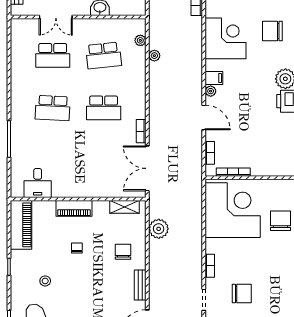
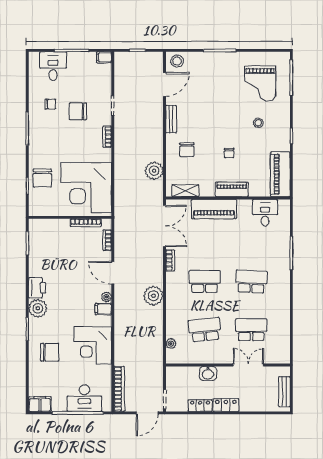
plant: (154, 56) -> (153, 296), moved, width x1.87, depth x1.87
piano: (93, 187) -> (214, 209), added
chair: (272, 301) -> (50, 104), added

